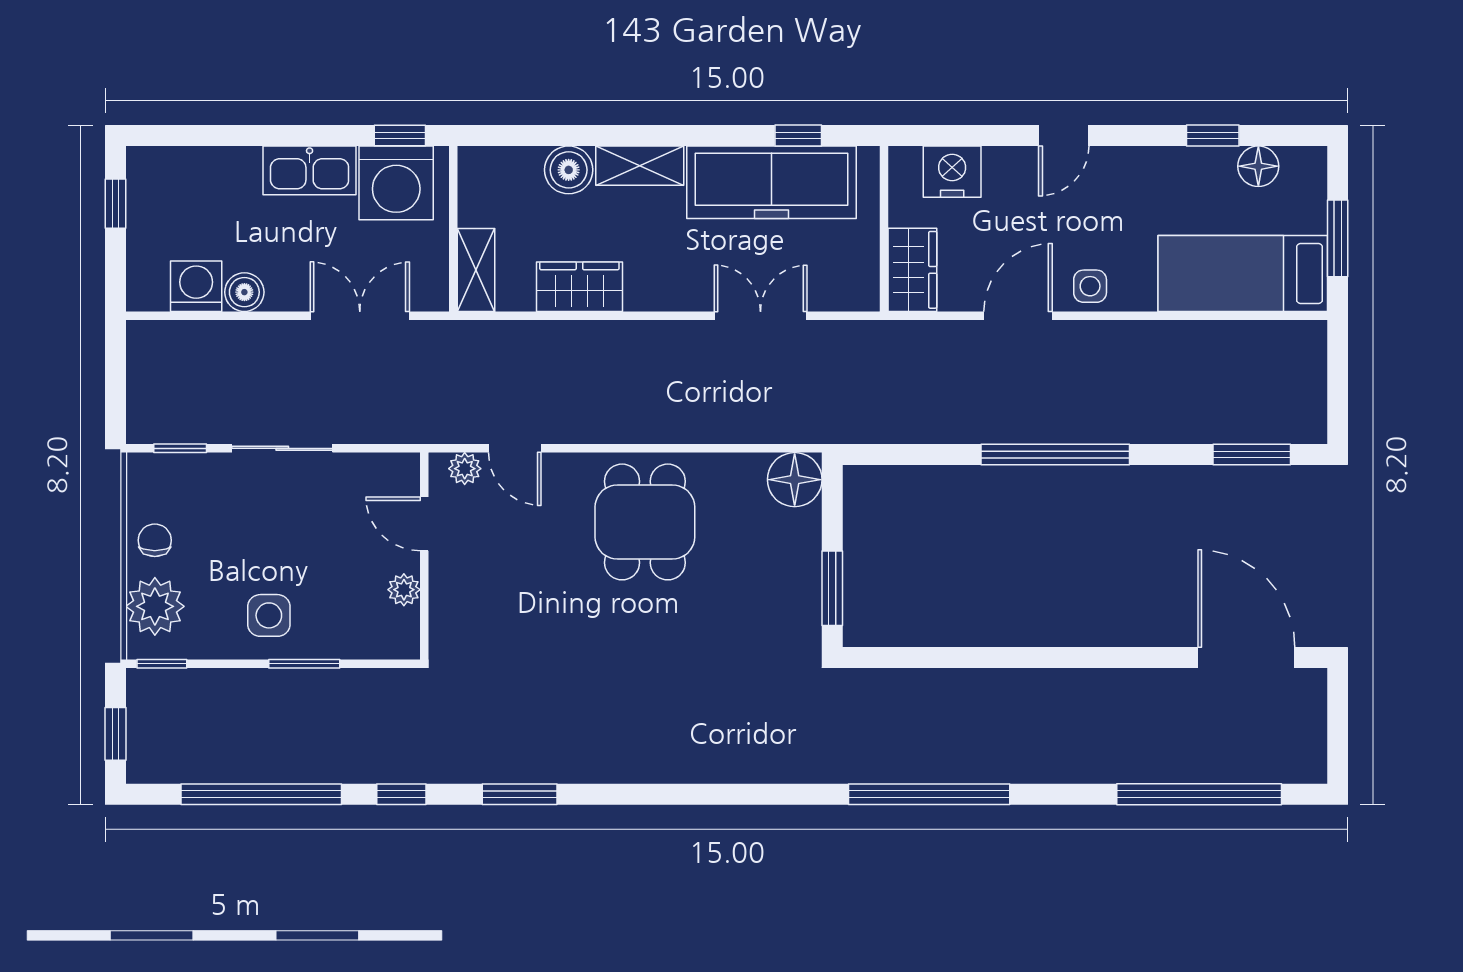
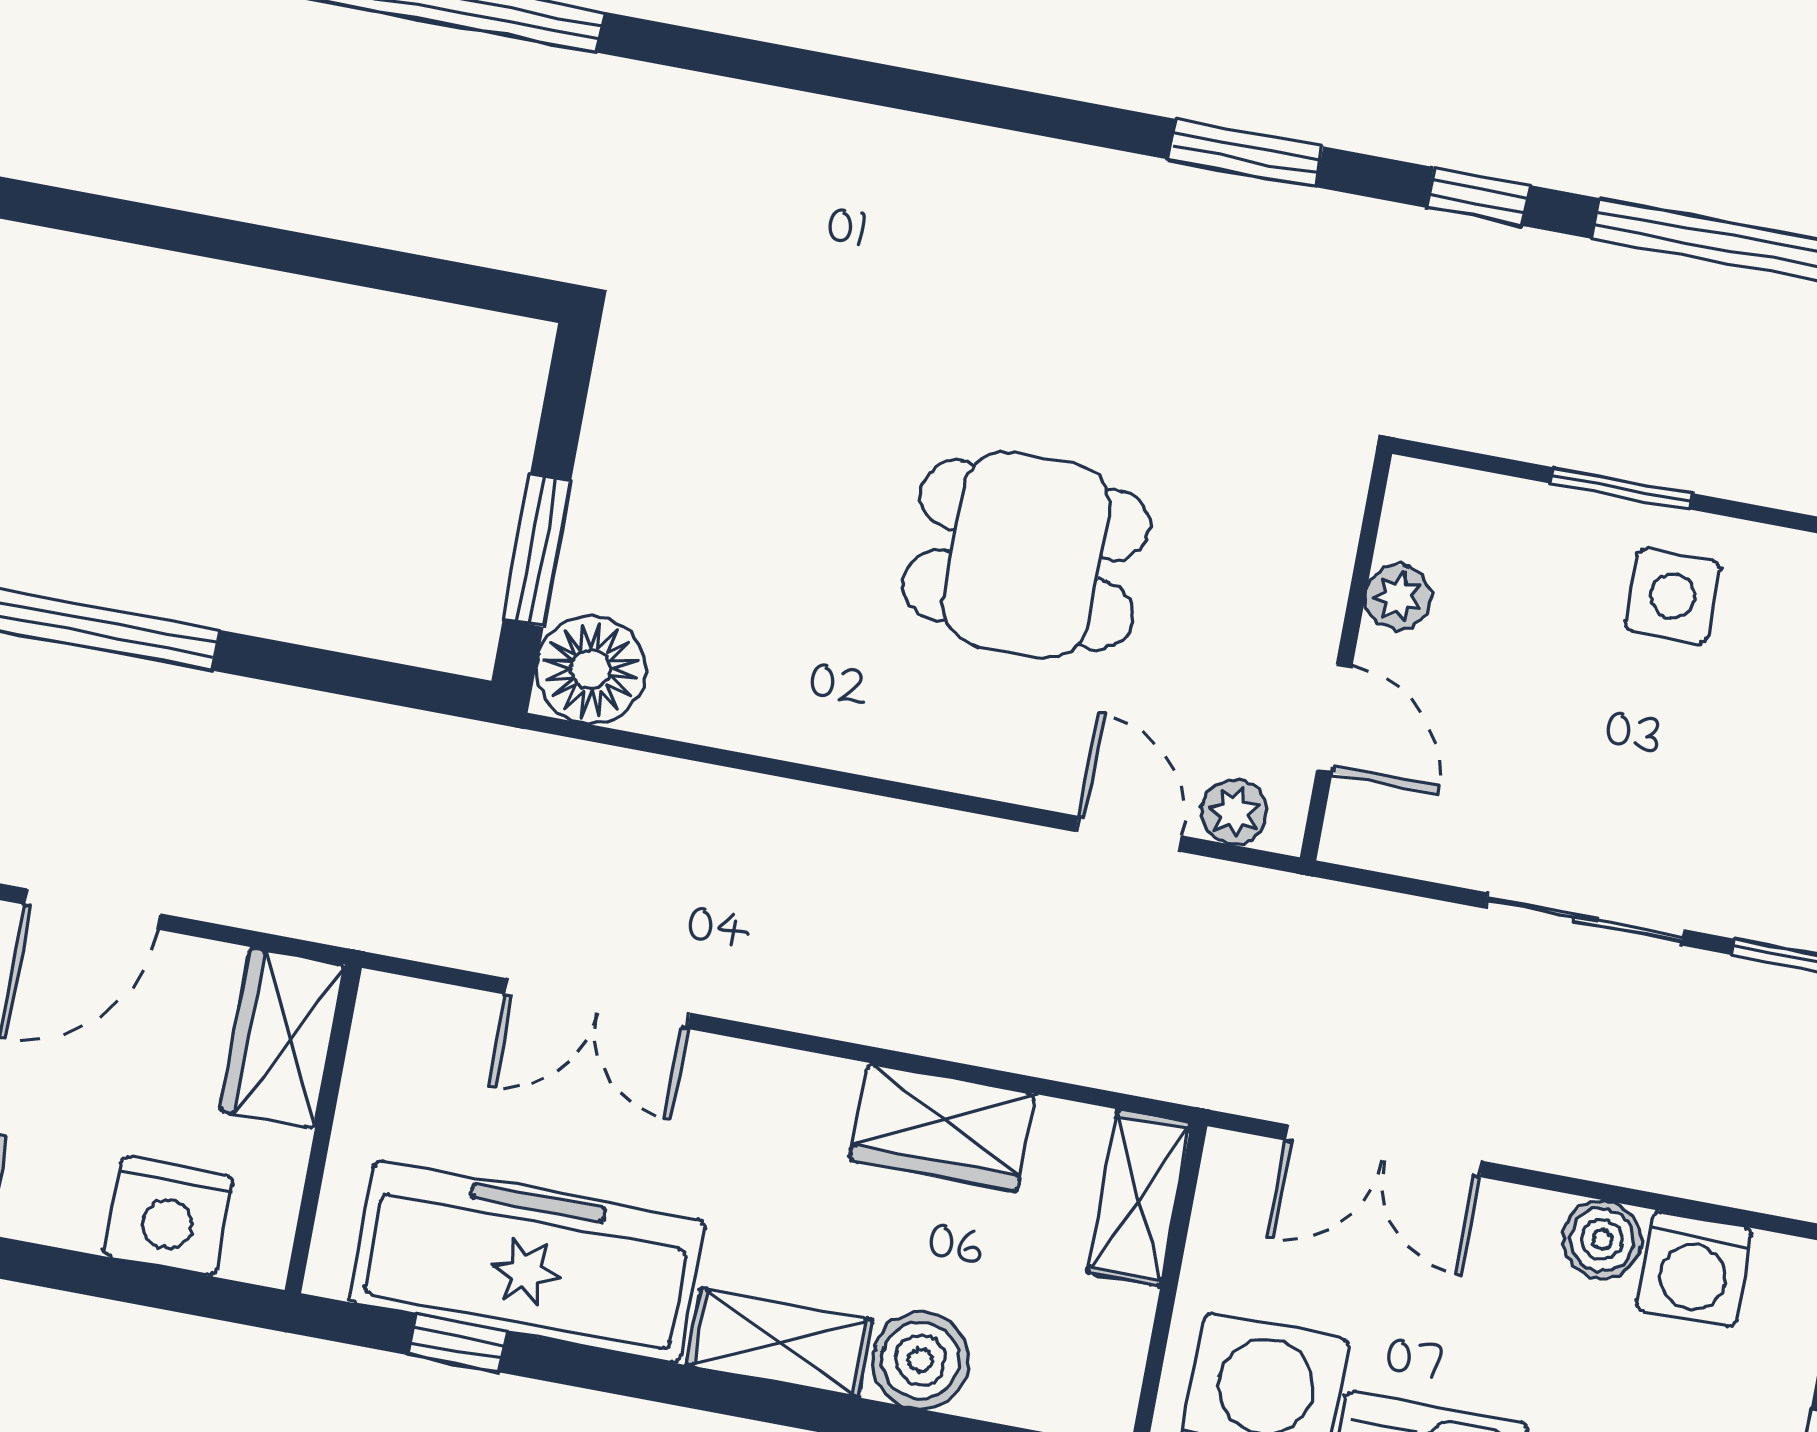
dining table: (645, 522) -> (1026, 555), moved, turned 90
window: (832, 588) -> (537, 550), moved

